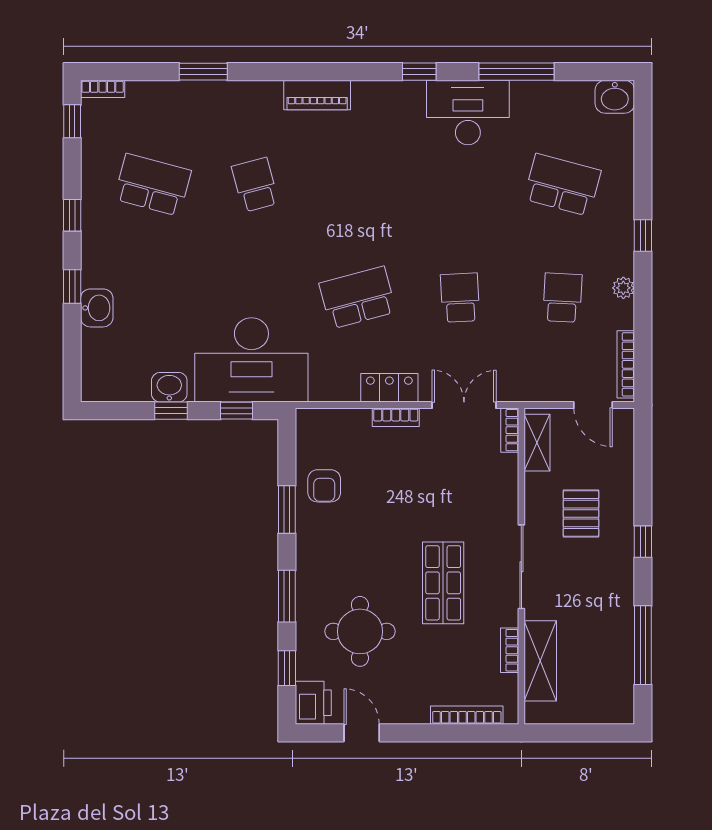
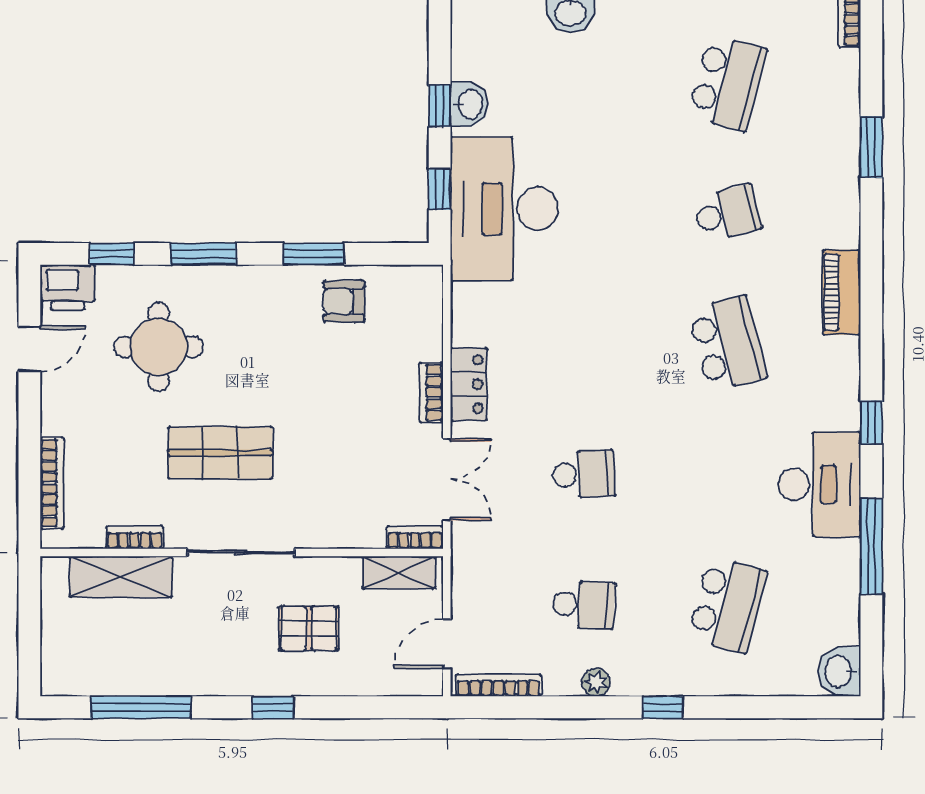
school desk: (358, 298) -> (727, 344), moved

